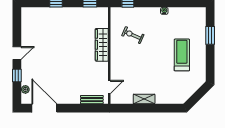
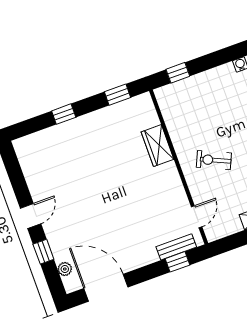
exercise bike: (133, 35) -> (214, 160), moved
wardrobe: (102, 45) -> (157, 146), width x0.67
window: (89, 108) -> (177, 262), added

